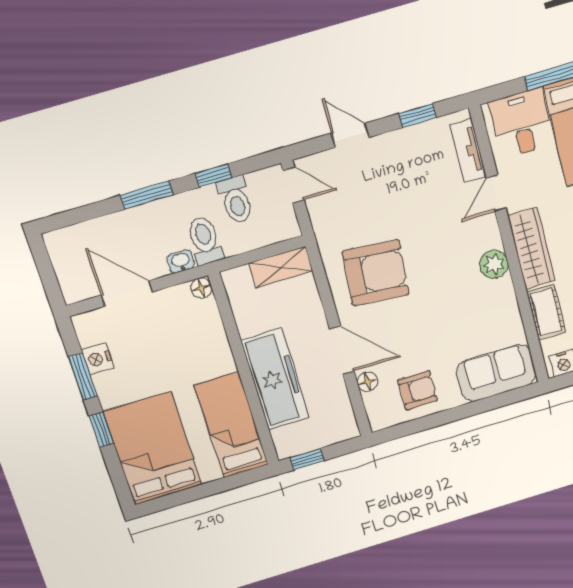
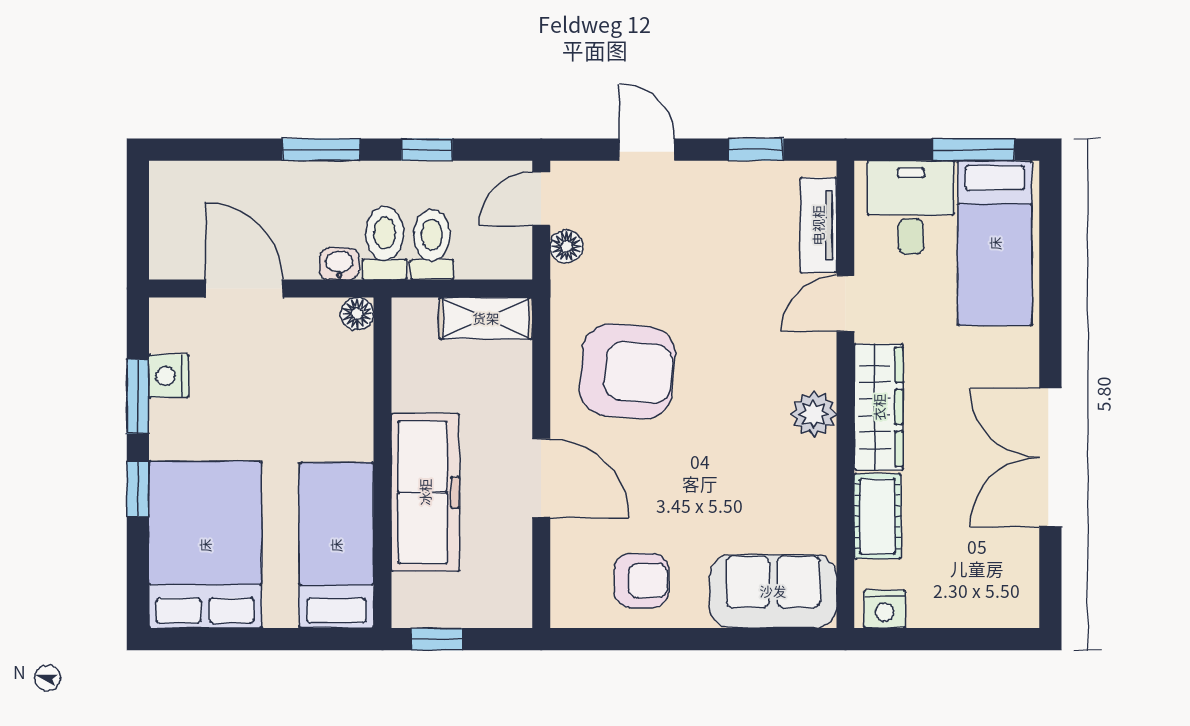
door: (293, 185) -> (541, 199), swing flipped
toilet: (236, 200) -> (432, 245), moved, turned 180
floor lamp: (367, 382) -> (566, 246), moved

